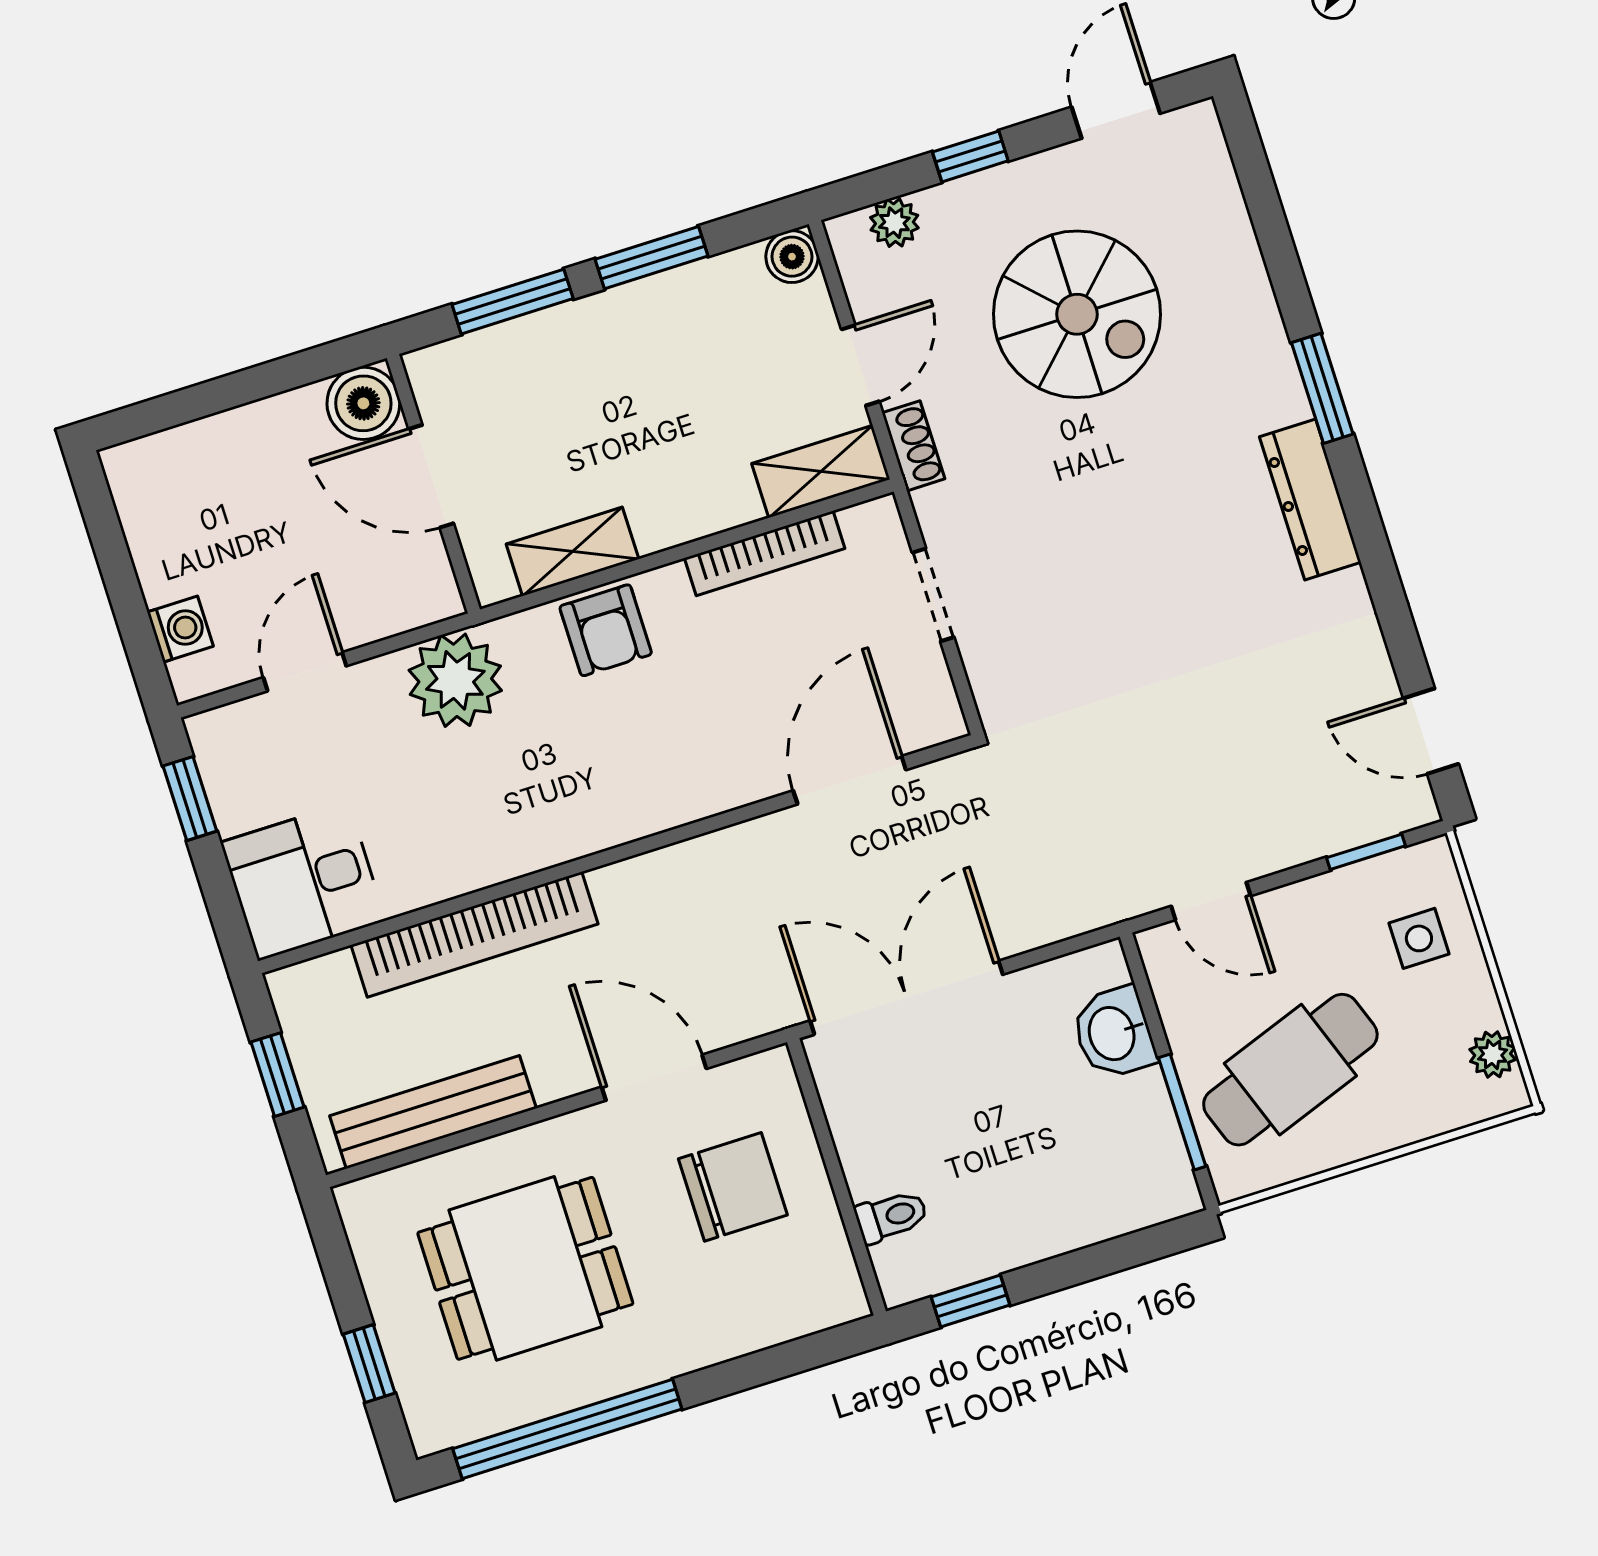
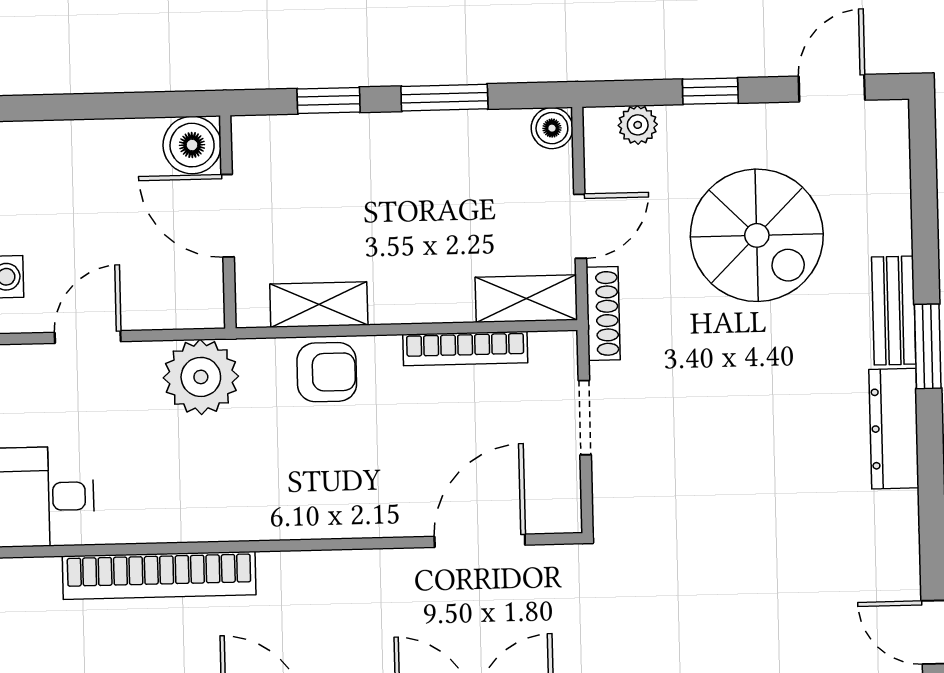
window: (513, 302) -> (329, 100), width x0.67
bench: (1269, 357) -> (894, 311), added
shoe rack: (913, 446) -> (603, 314), width x1.43
armchair: (606, 630) -> (327, 372), turned -90

